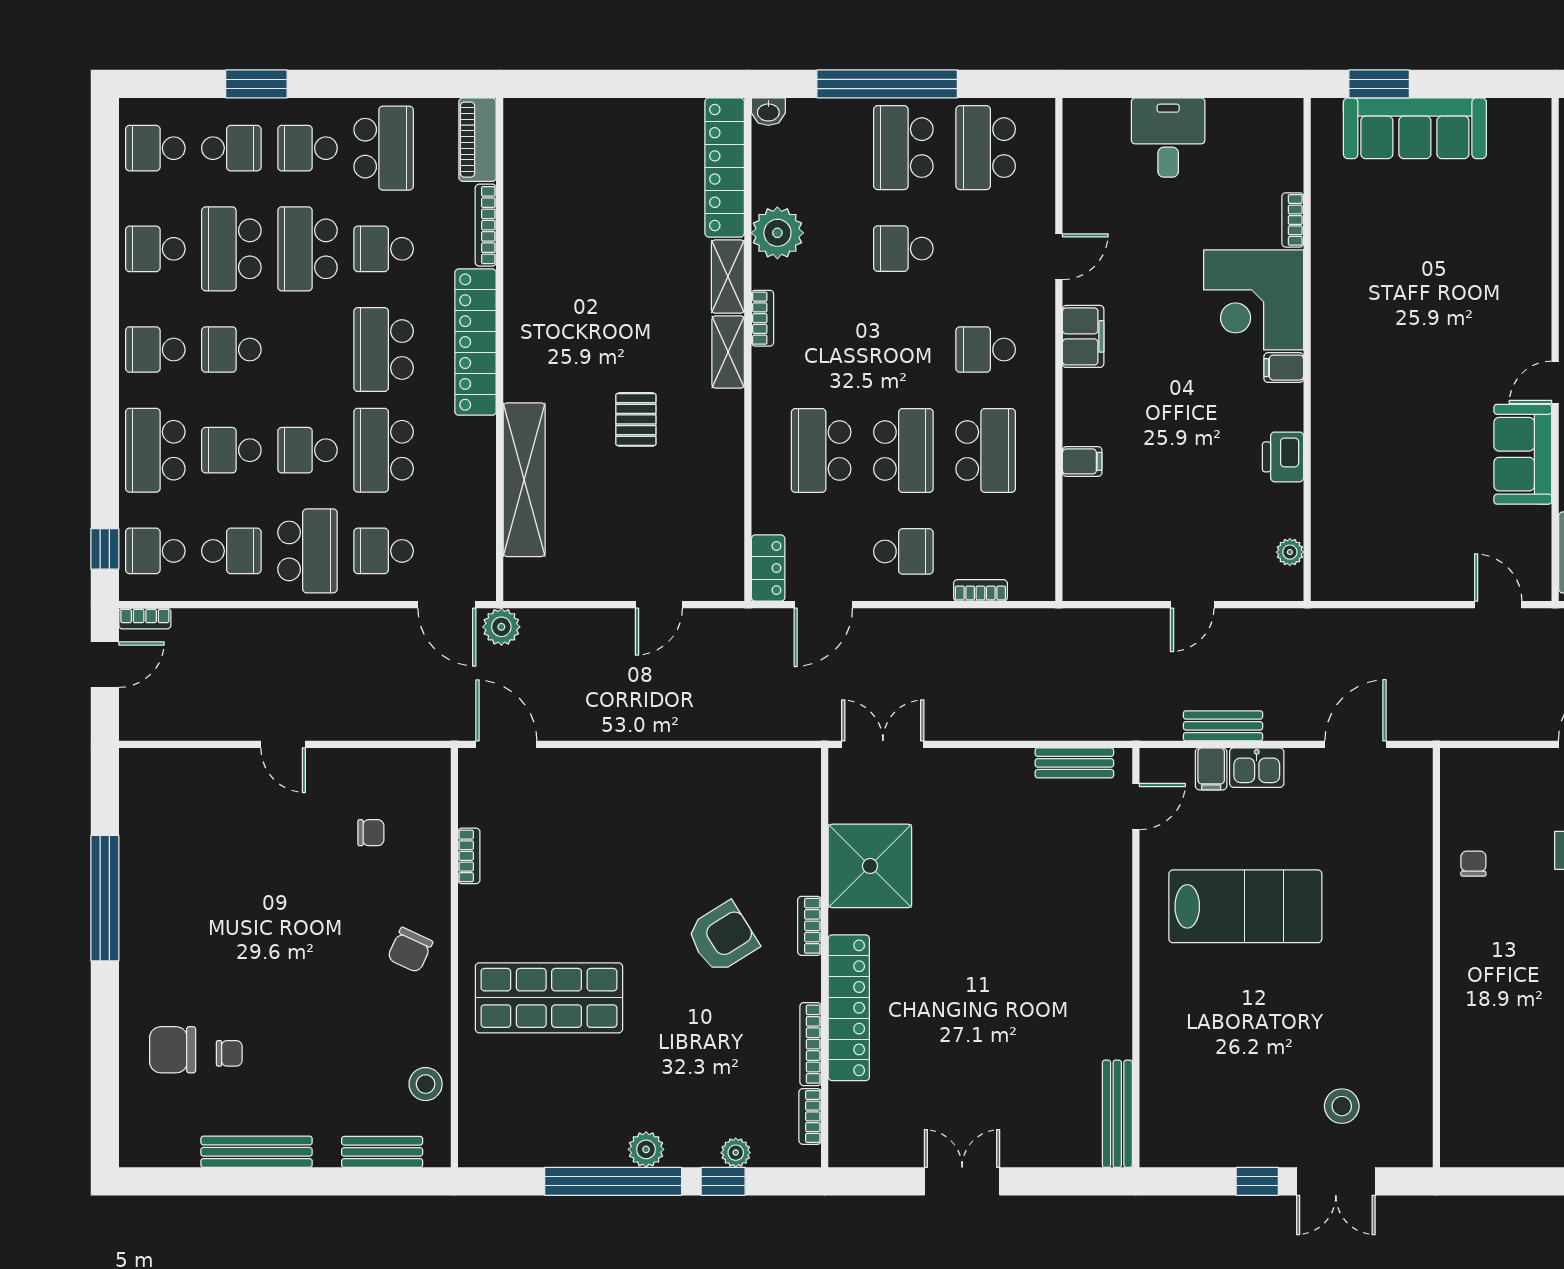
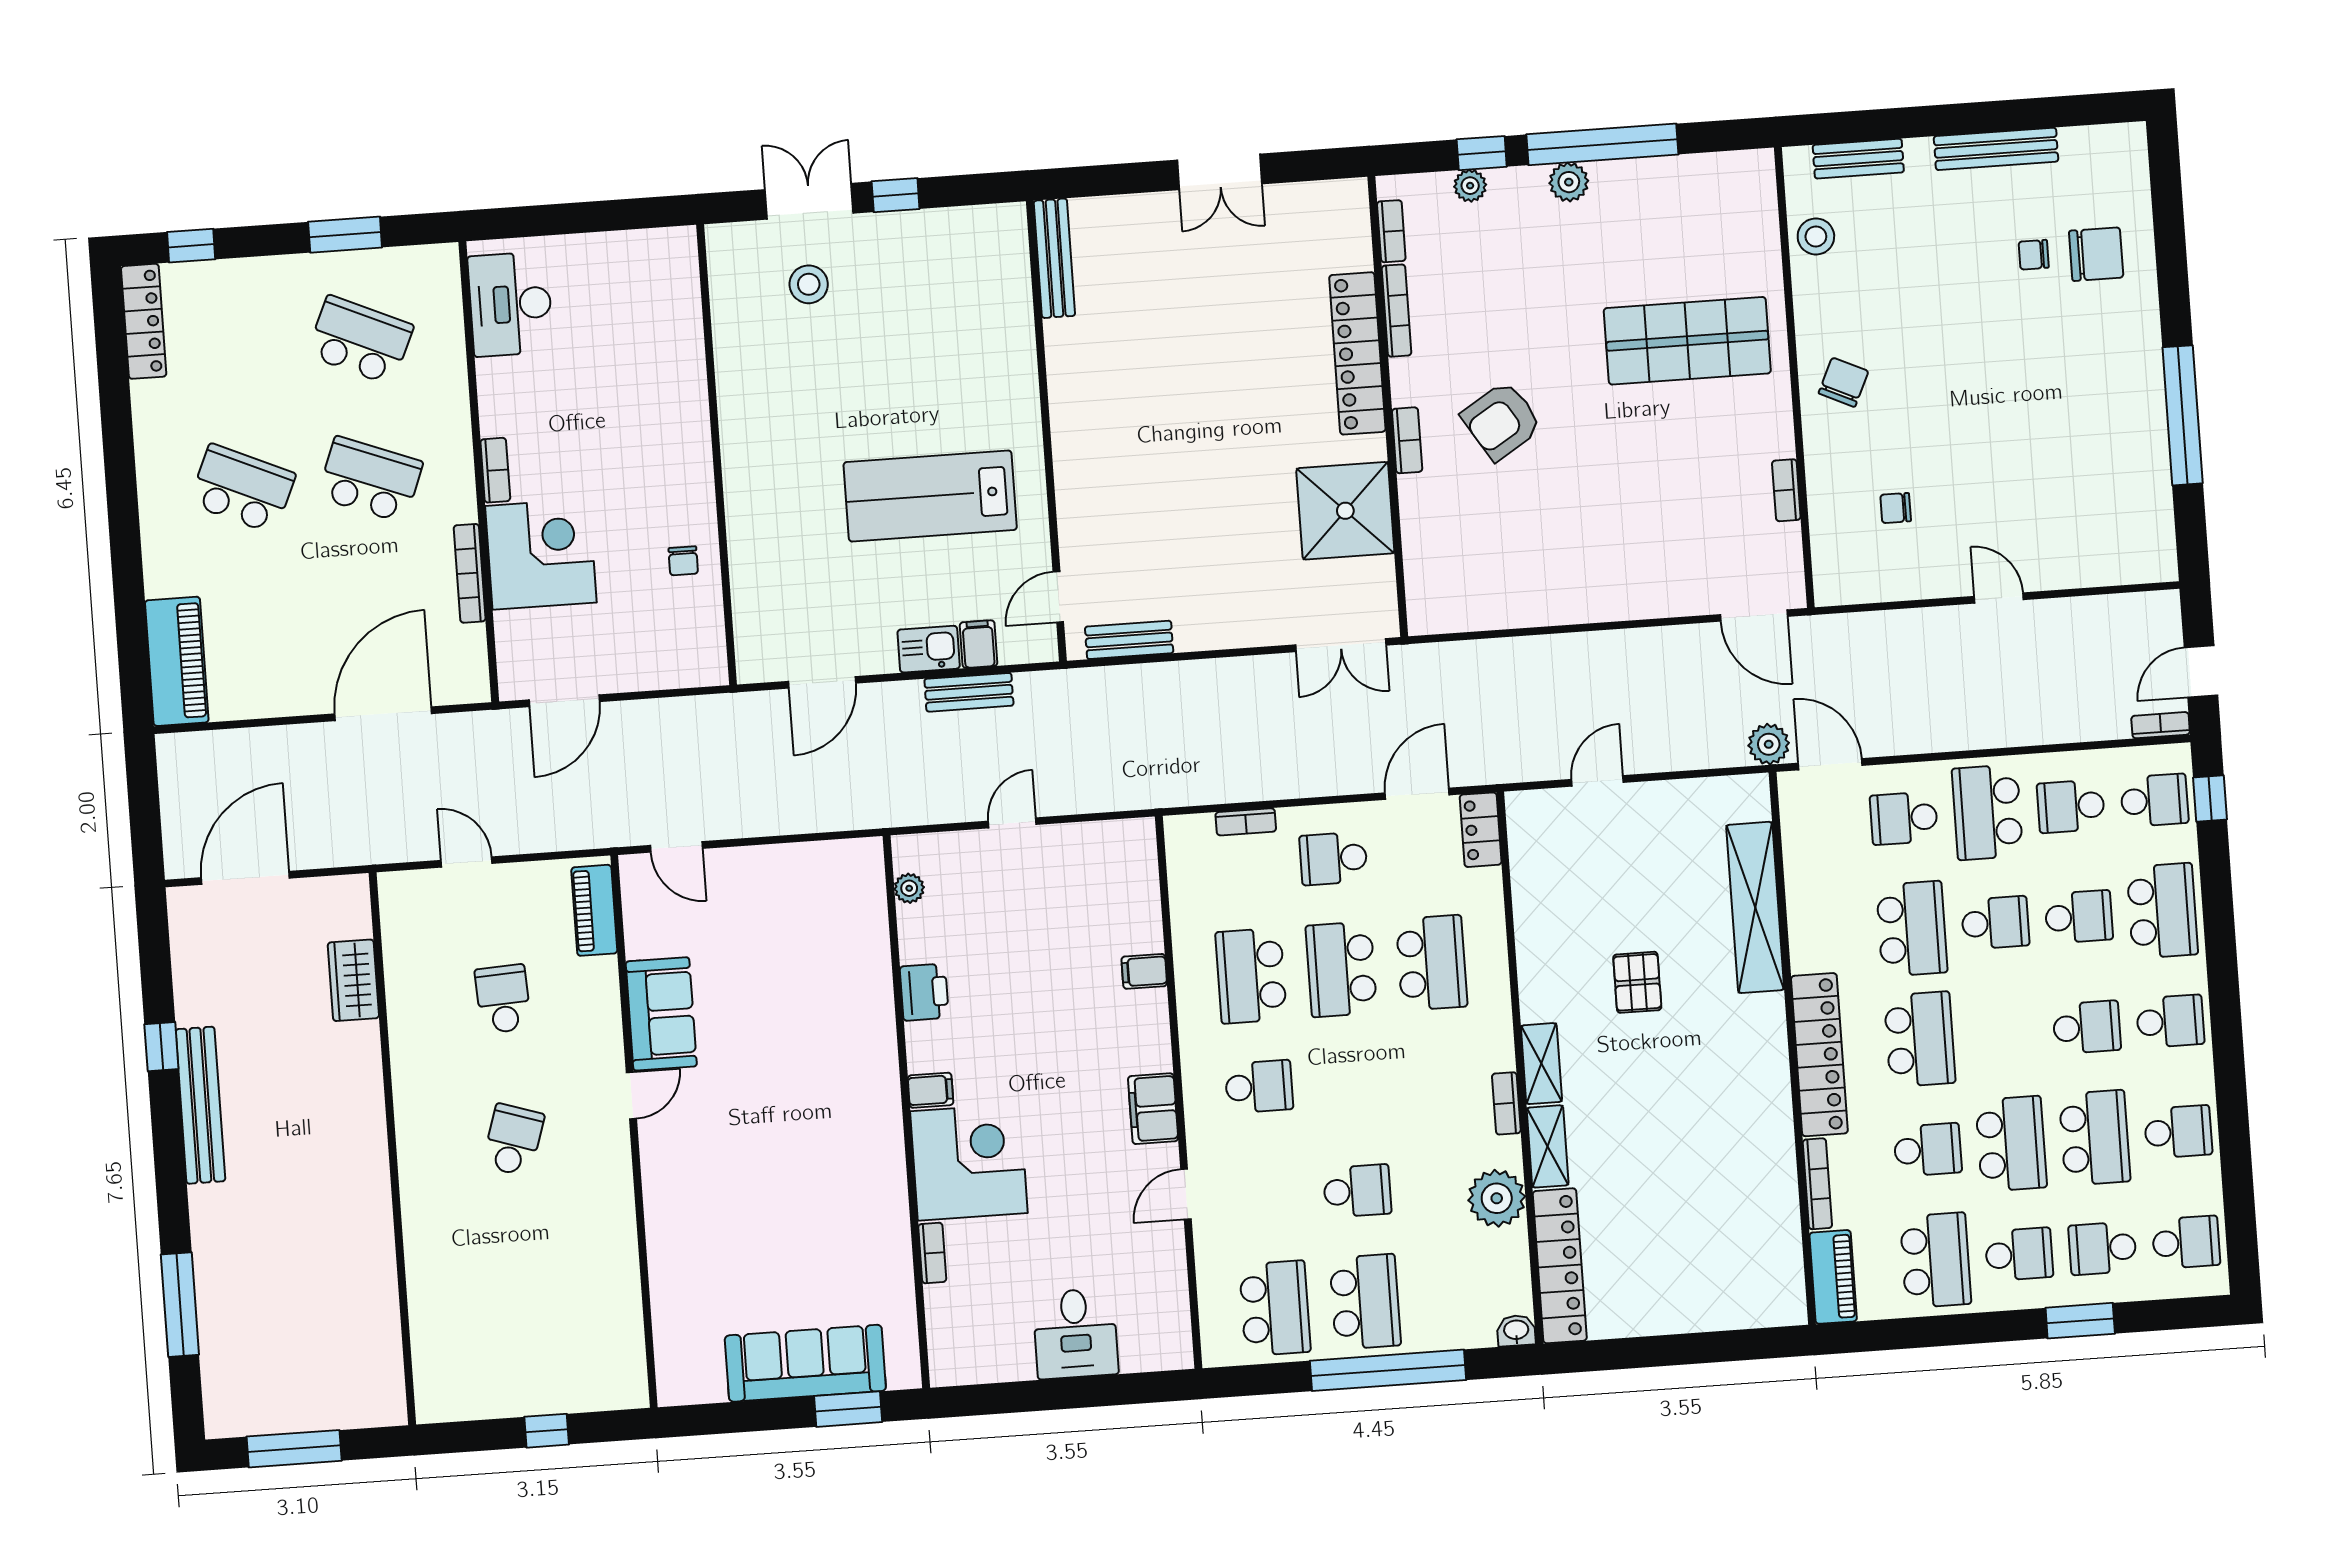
school desk: (384, 148) -> (1936, 1260), turned 180
school desk: (384, 551) -> (1904, 818), turned 180

